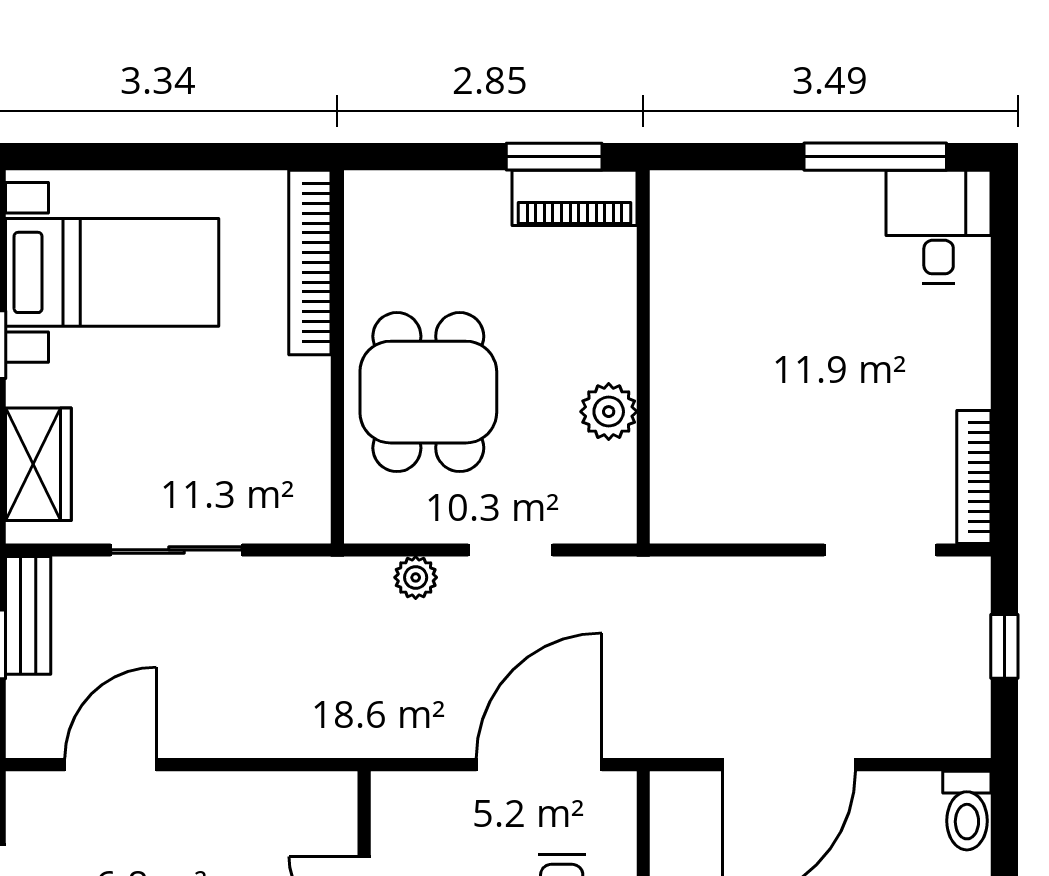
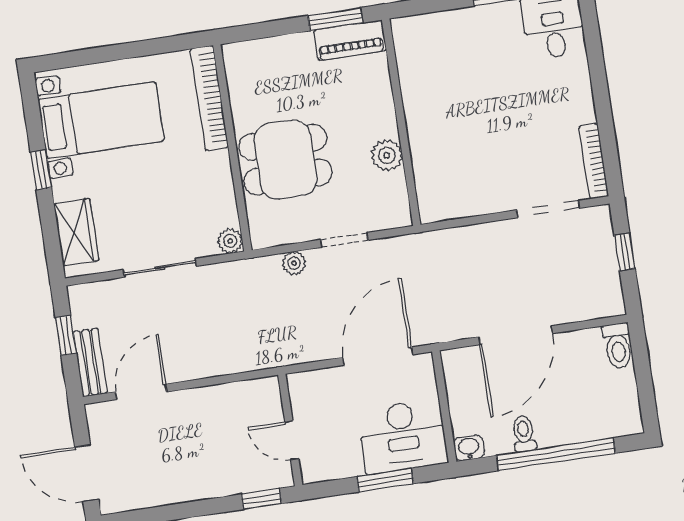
dining table: (428, 392) -> (285, 160), turned 90
plant: (308, 521) -> (230, 241), added
bench: (28, 615) -> (90, 362), moved

